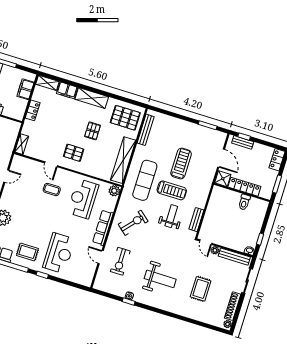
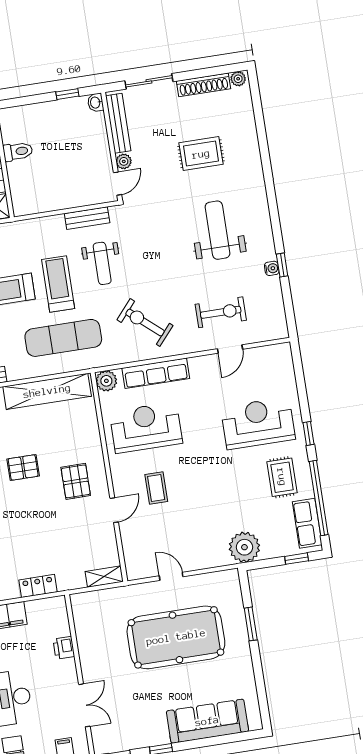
reception desk: (83, 199) -> (146, 428), turned 180
weight bench: (171, 216) -> (102, 263), turned -90
row of seats: (103, 228) -> (156, 373), moved

